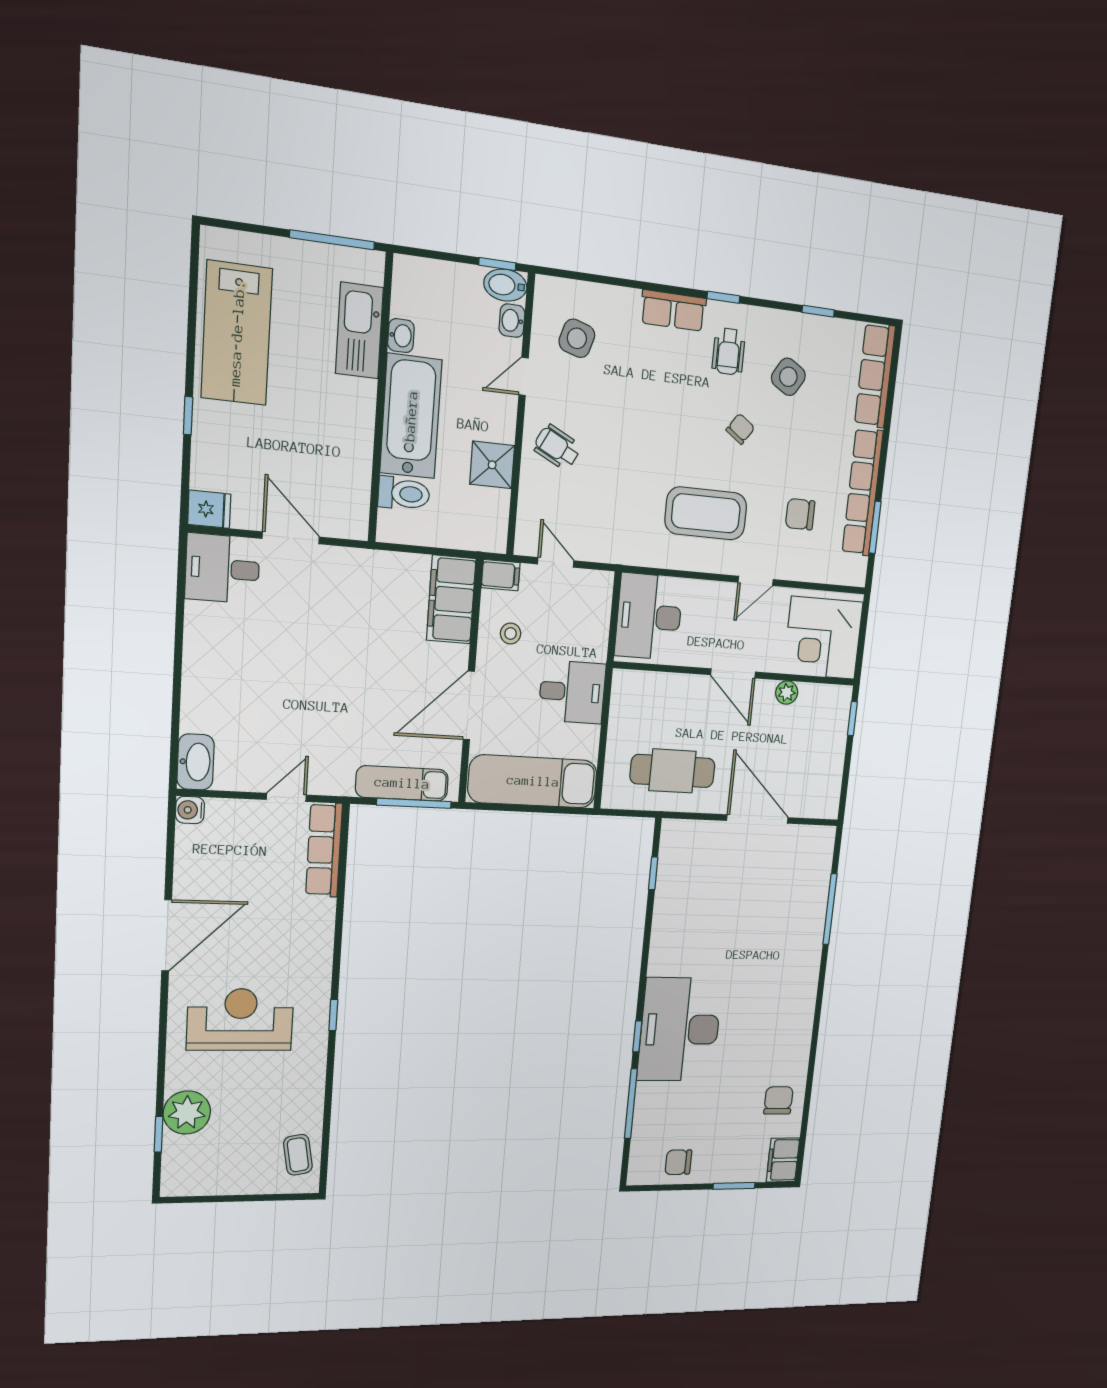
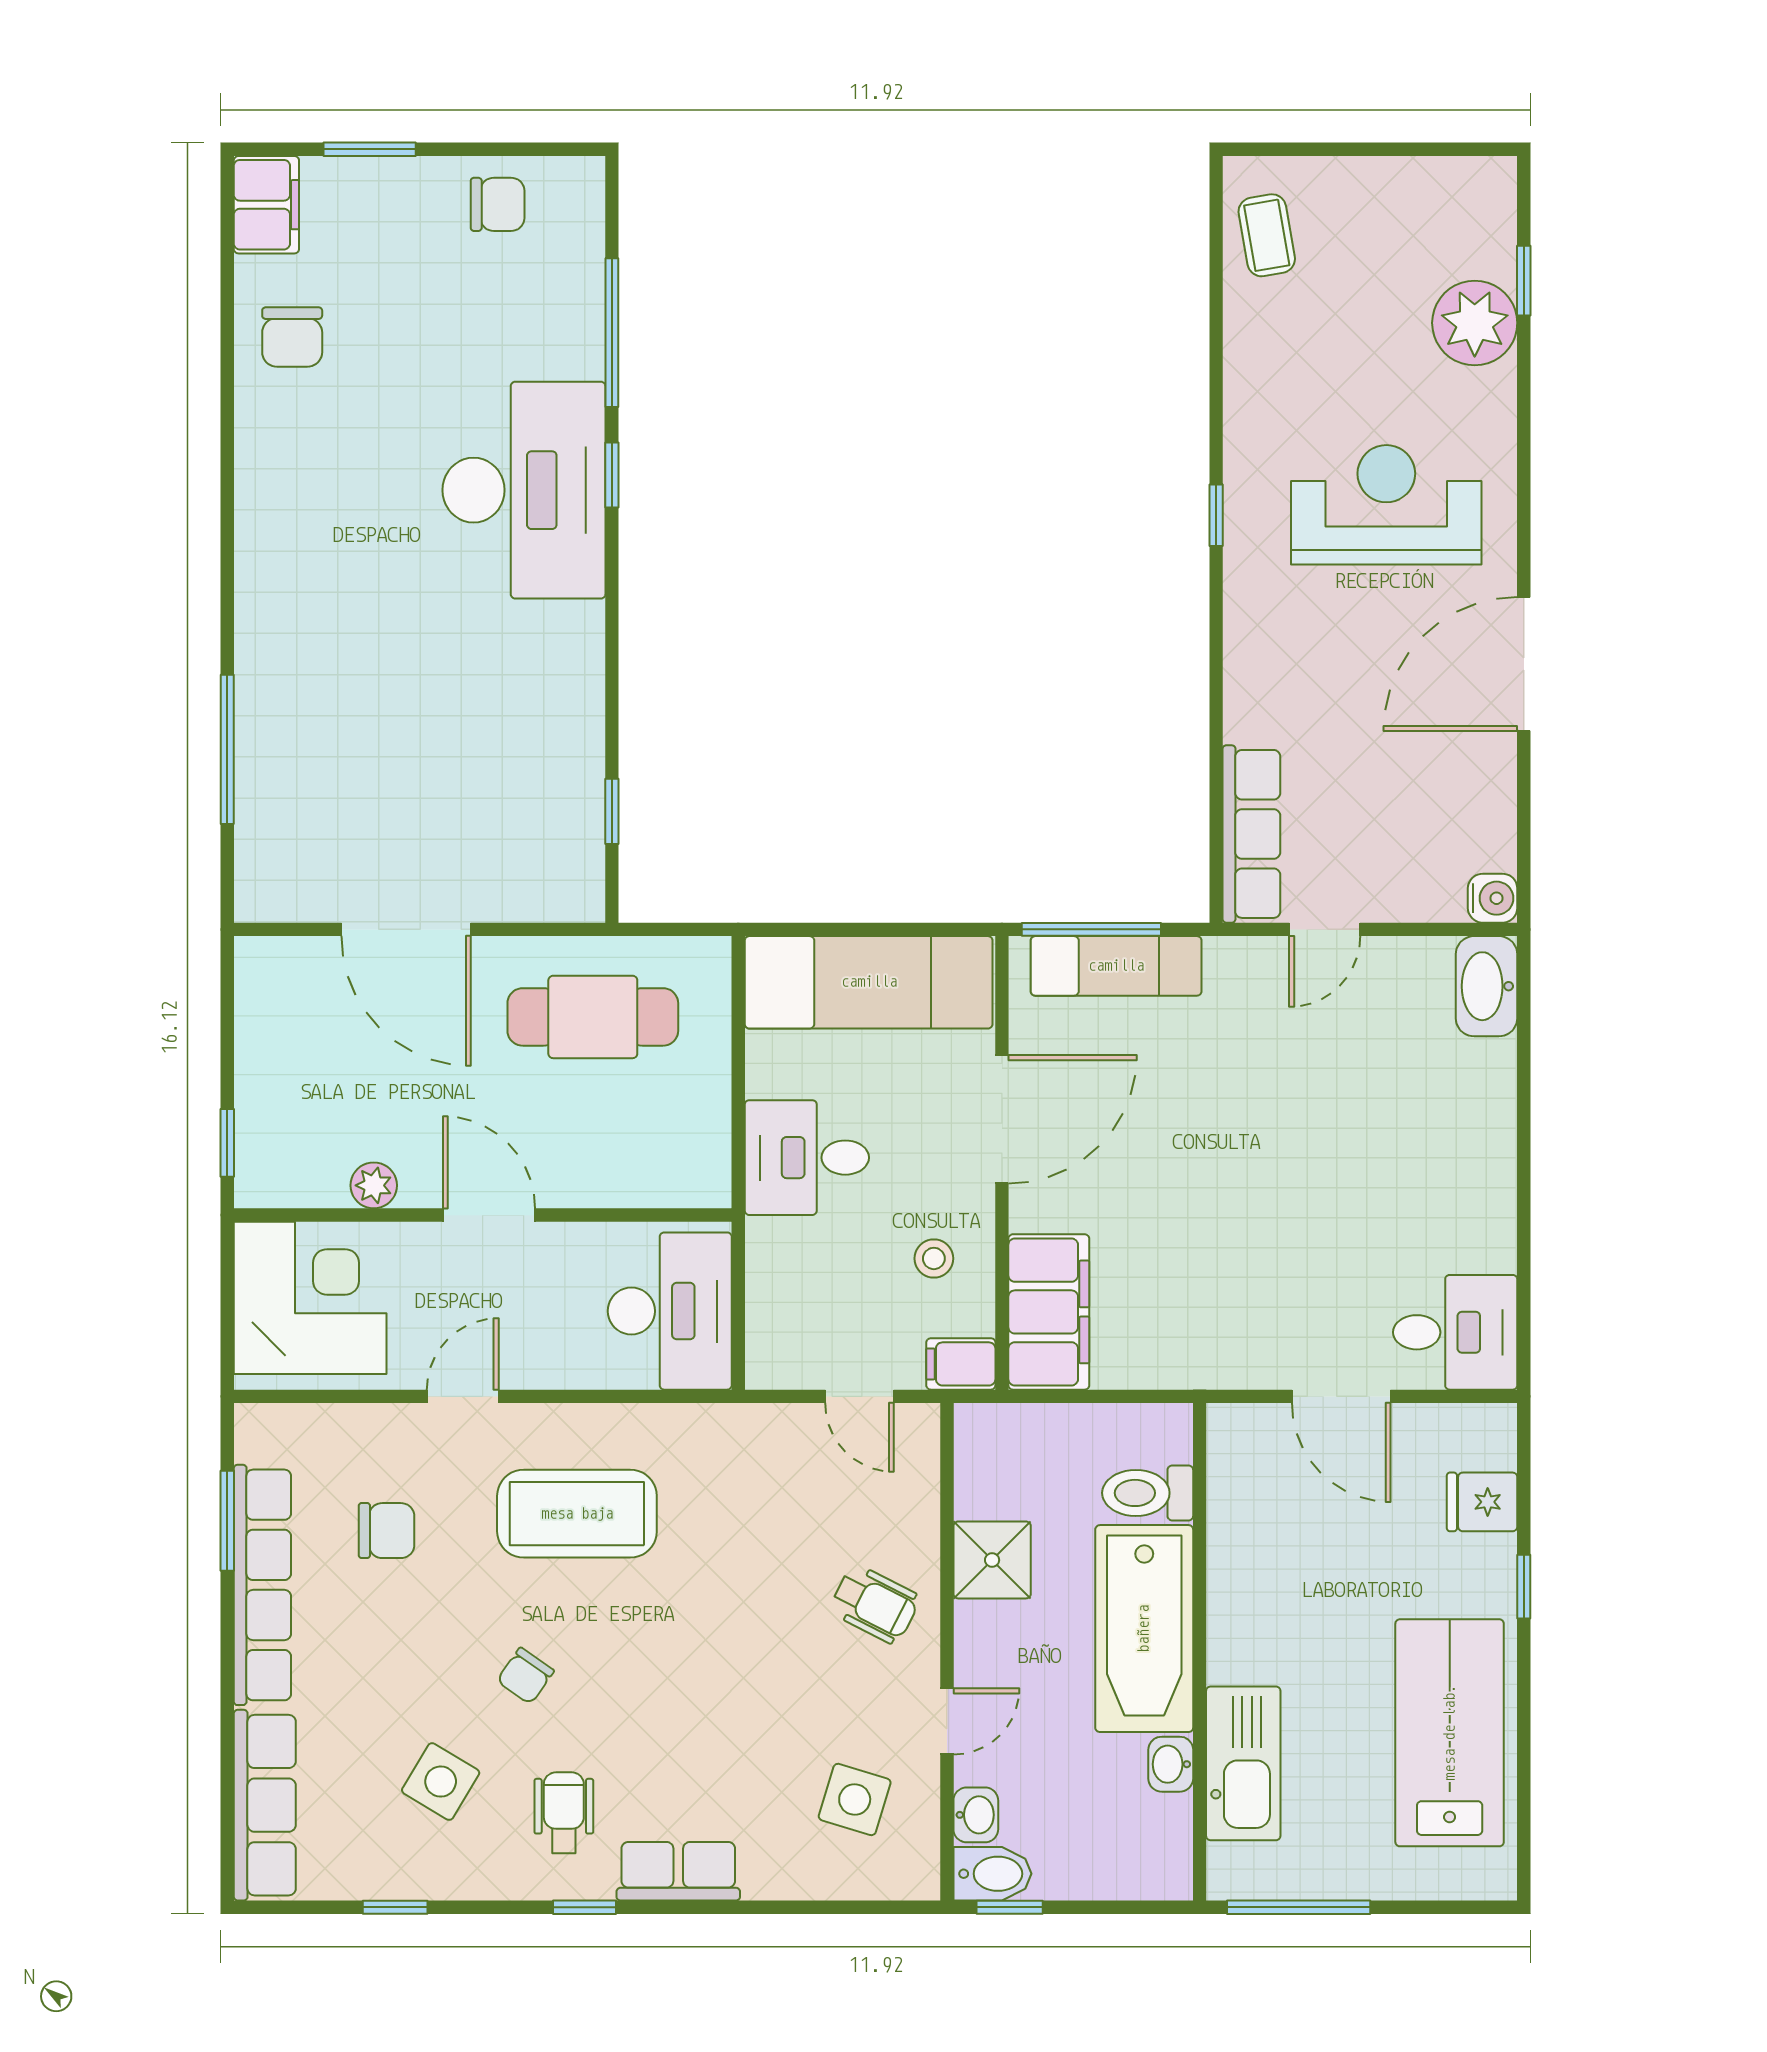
fridge: (209, 509) -> (1482, 1502), moved
reception desk: (240, 1020) -> (1386, 505), turned 180

